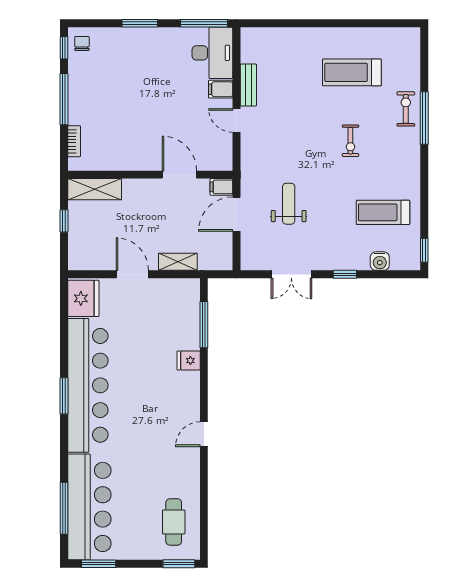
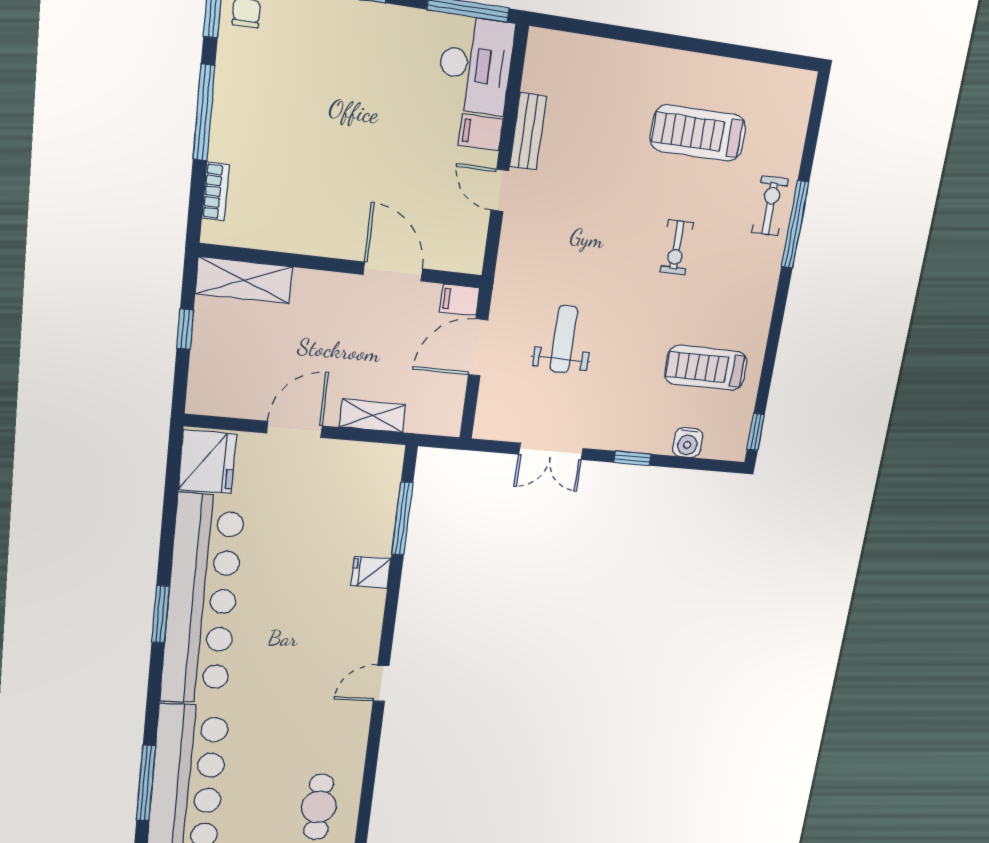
door: (132, 274) -> (295, 429), hinge flipped

